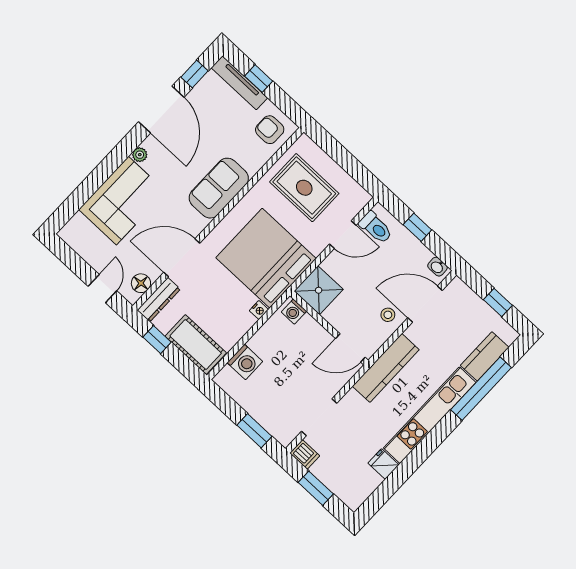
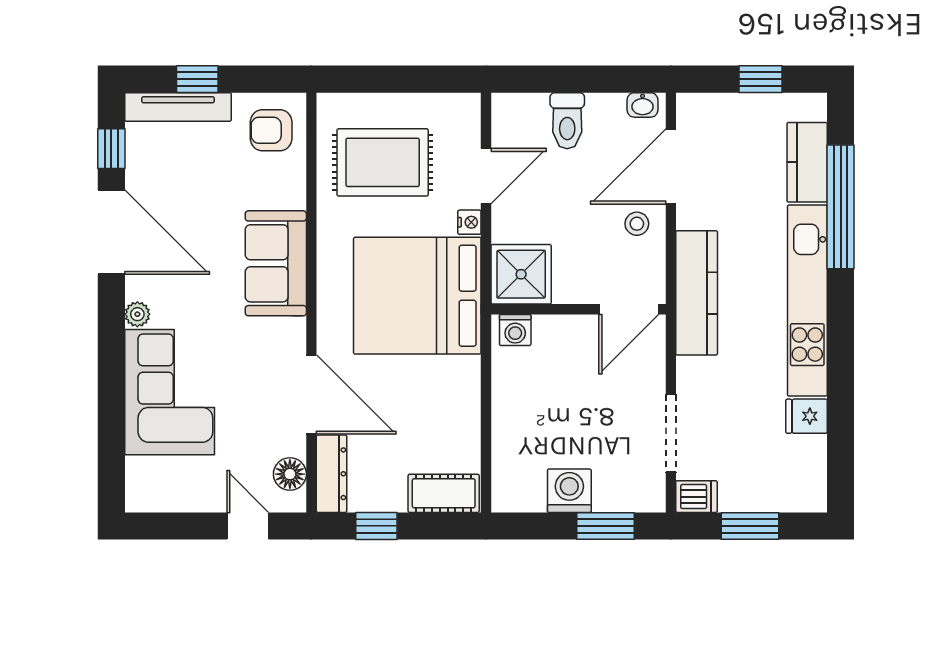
window: (417, 227) -> (571, 79), removed
toilet: (376, 228) -> (567, 121), moved, turned 90
door: (182, 258) -> (311, 394), swing flipped
nightstand: (259, 310) -> (469, 222), moved
cot: (196, 345) -> (444, 493), width x0.73, depth x0.75
washing machine: (245, 362) -> (569, 491), moved, turned -90

